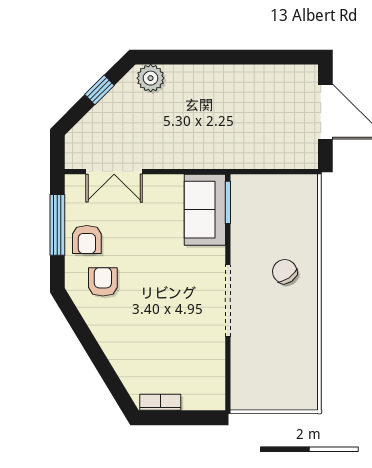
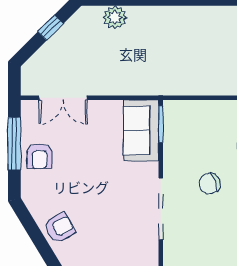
plant: (151, 78) -> (115, 18), moved
chair: (285, 272) -> (210, 184), turned -76
armchair: (103, 282) -> (60, 228), moved, turned 62

